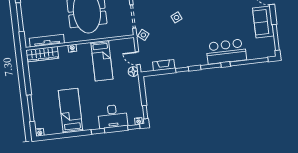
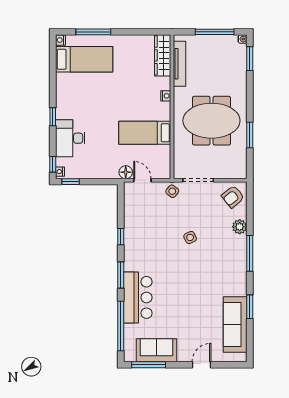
sofa: (263, 22) -> (157, 350), moved
door: (138, 58) -> (142, 180), hinge flipped
fireplace: (164, 65) -> (130, 213), removed
bed: (71, 111) -> (84, 59), moved

